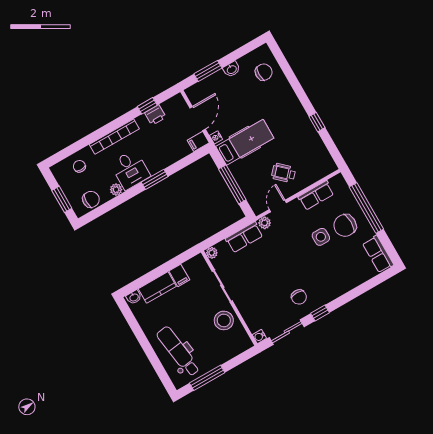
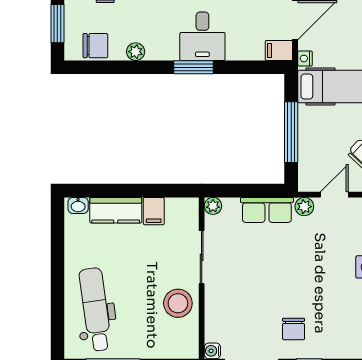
desk: (130, 170) -> (202, 36), moved

